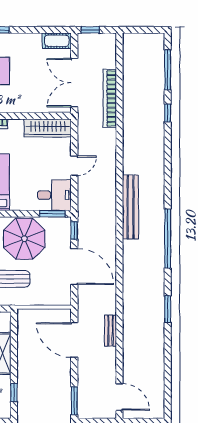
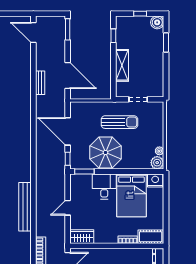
wardrobe: (48, 128) -> (82, 237), width x0.67
desk: (54, 195) -> (104, 186), moved, turned 90
bench: (130, 207) -> (25, 207), moved

